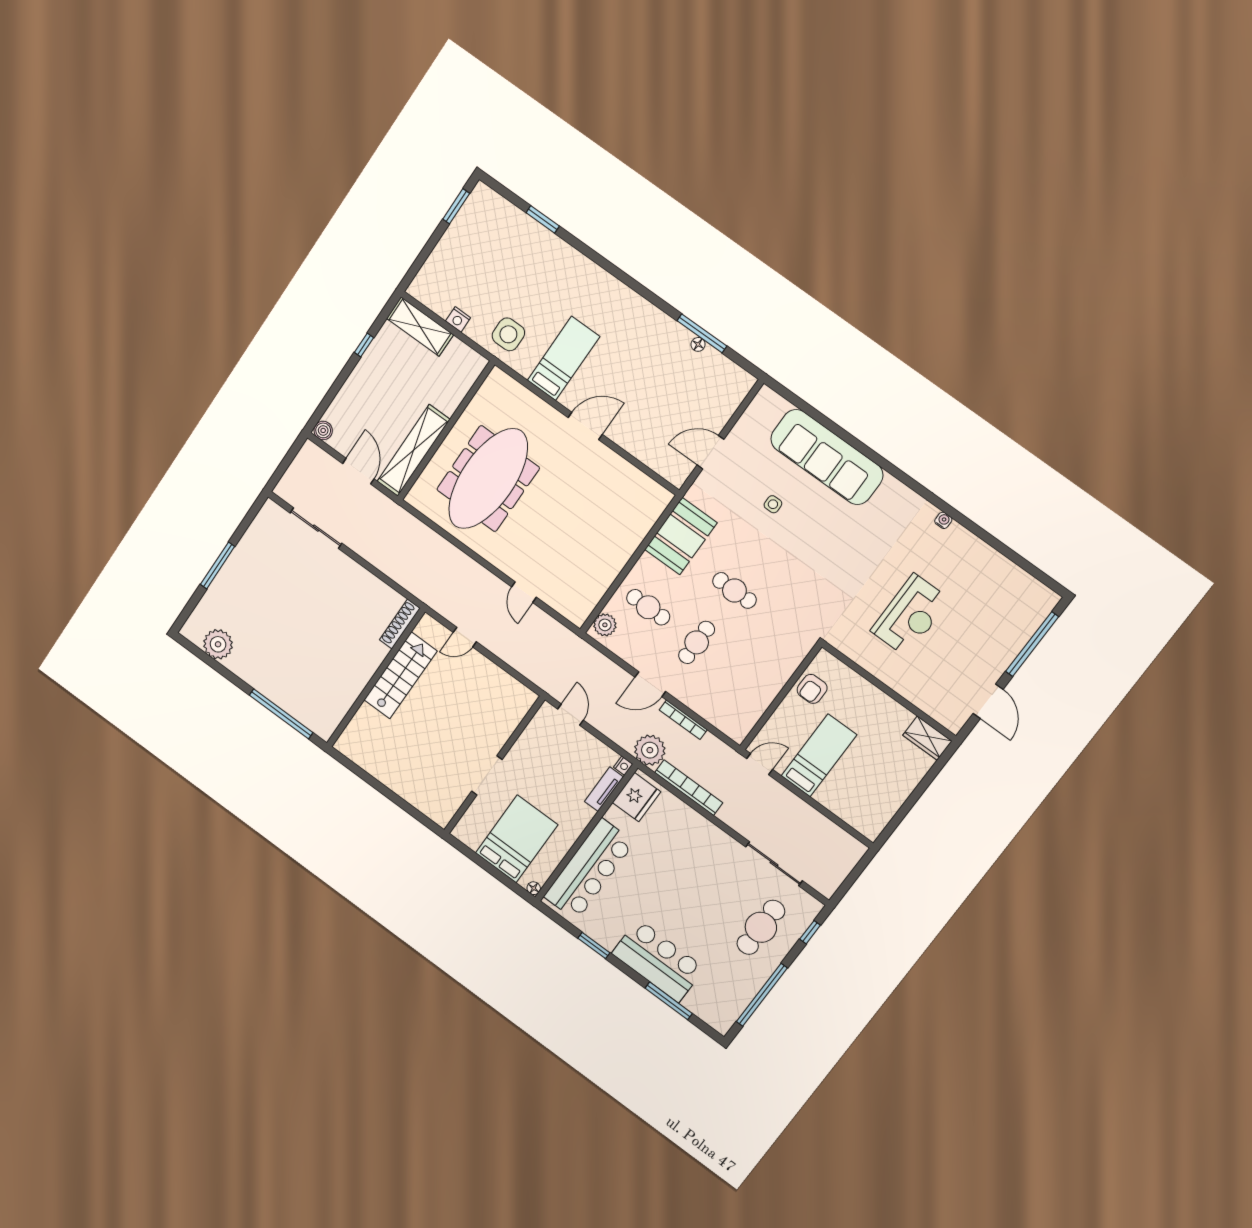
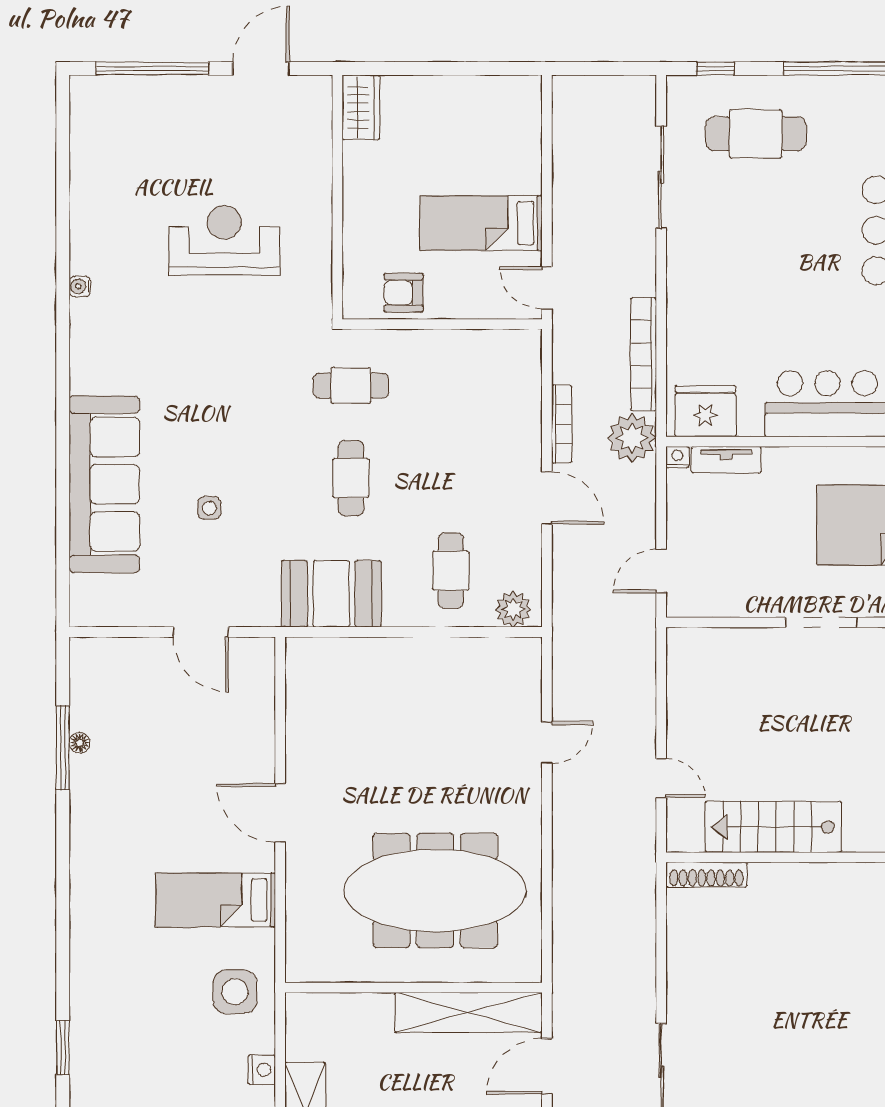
cafe table: (697, 642) -> (351, 386), moved
armchair: (812, 689) -> (404, 293), turned 180

